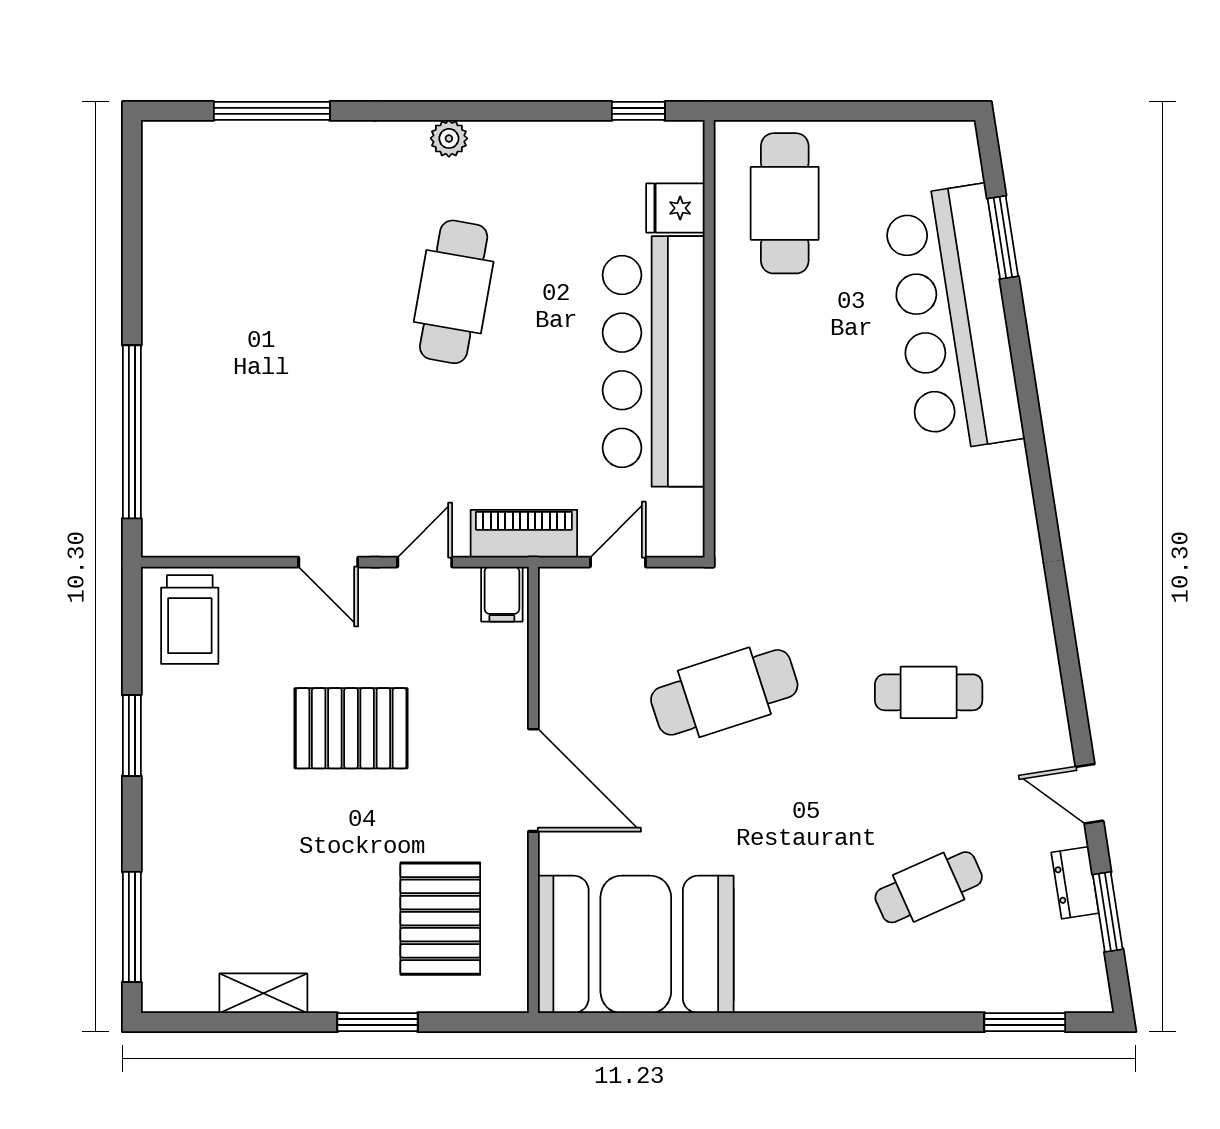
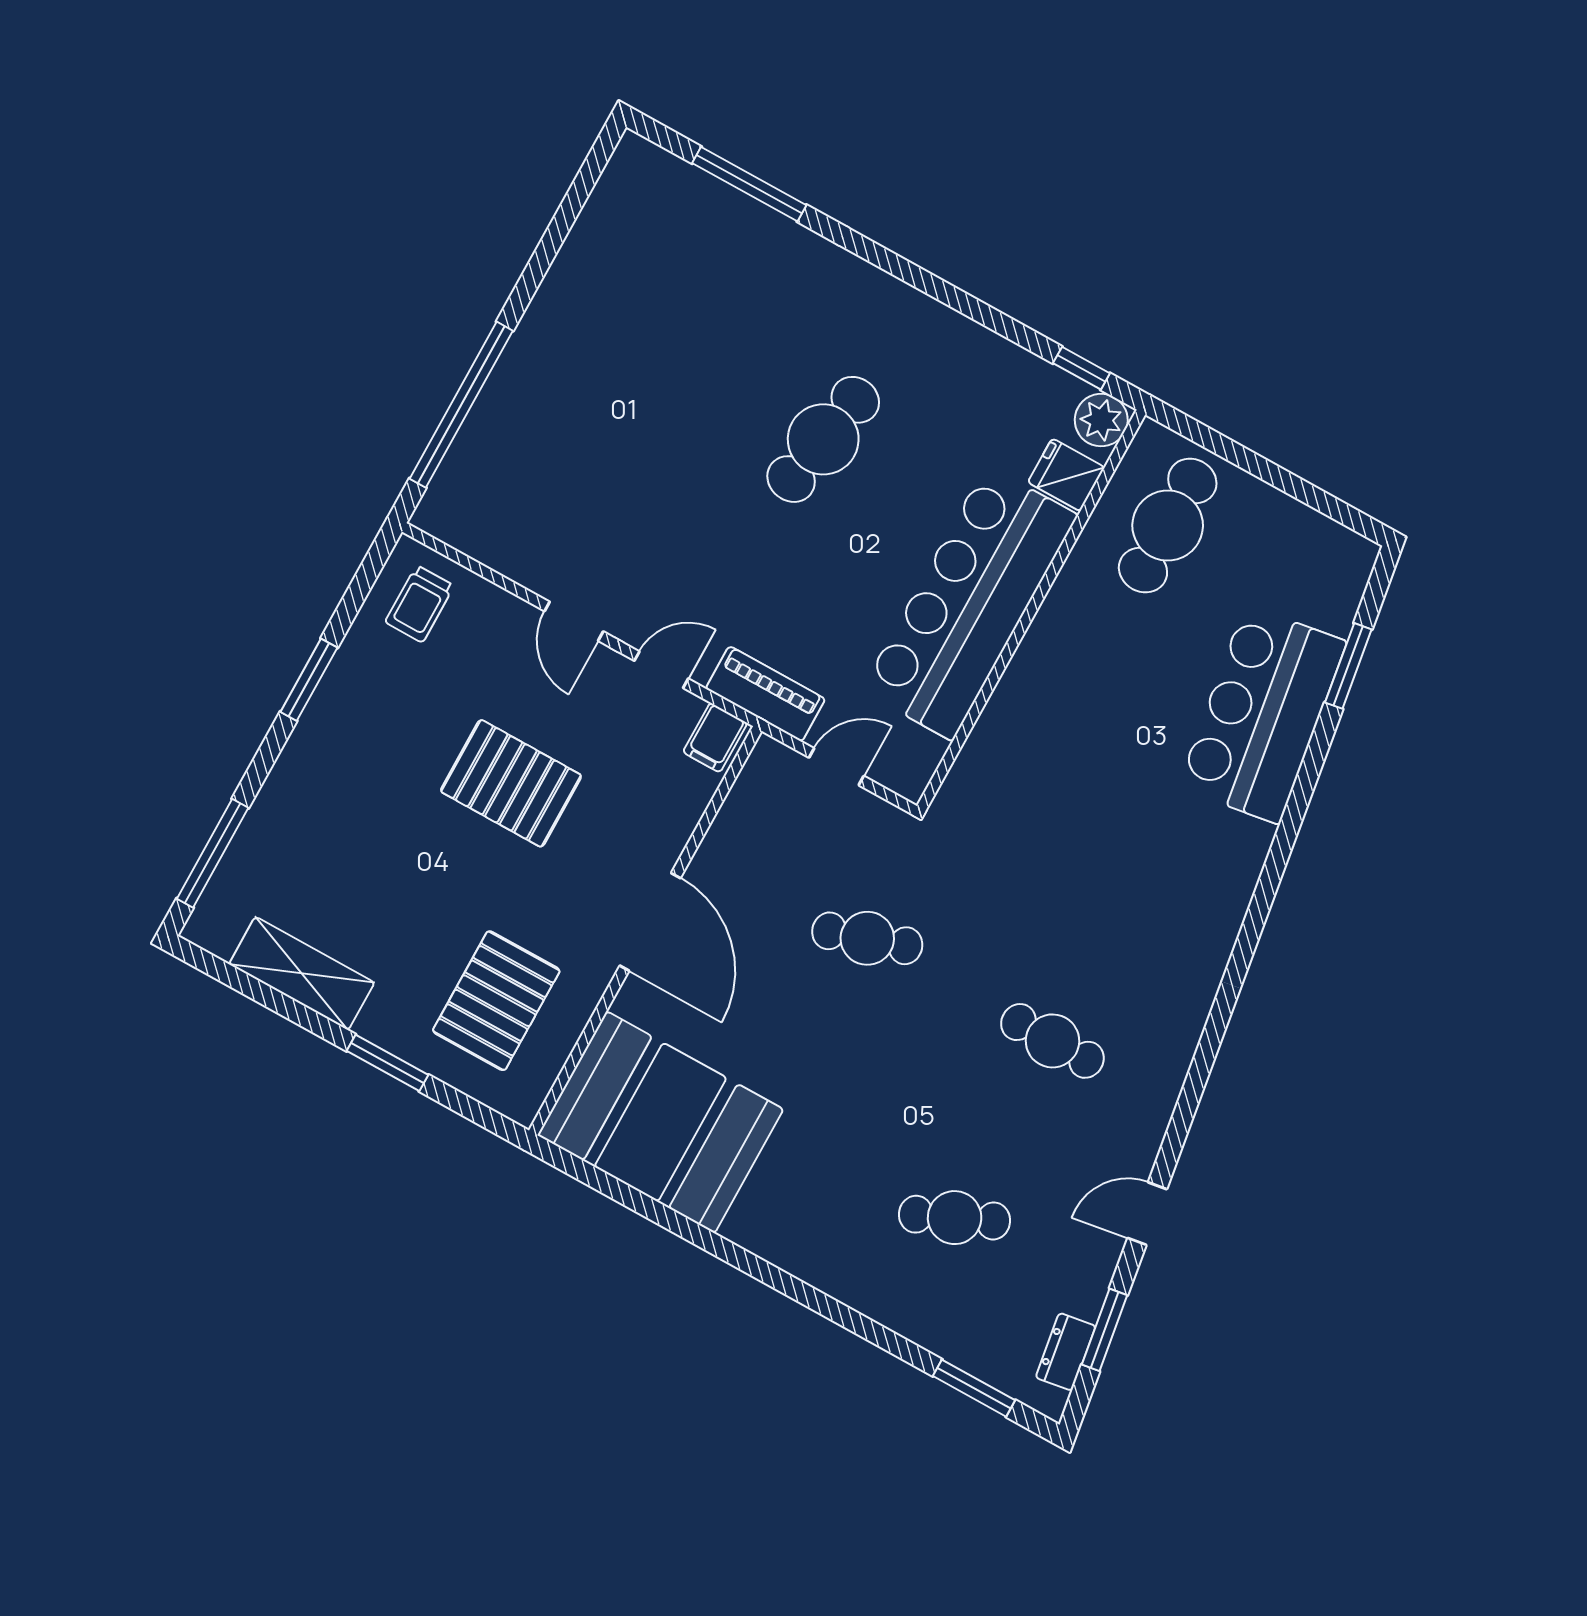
plant: (449, 138) -> (1101, 420), moved, width x1.38, depth x1.38
bar counter: (953, 319) -> (1262, 715), width x0.73
trolley: (190, 620) -> (420, 604), width x0.73, depth x0.72
cafe table: (724, 692) -> (867, 938), width x0.73, depth x0.74
door: (1089, 794) -> (1147, 1214), hinge flipped
dresser: (1075, 883) -> (1066, 1352), moved
shelving: (263, 993) -> (302, 973), width x1.50, depth x1.33

